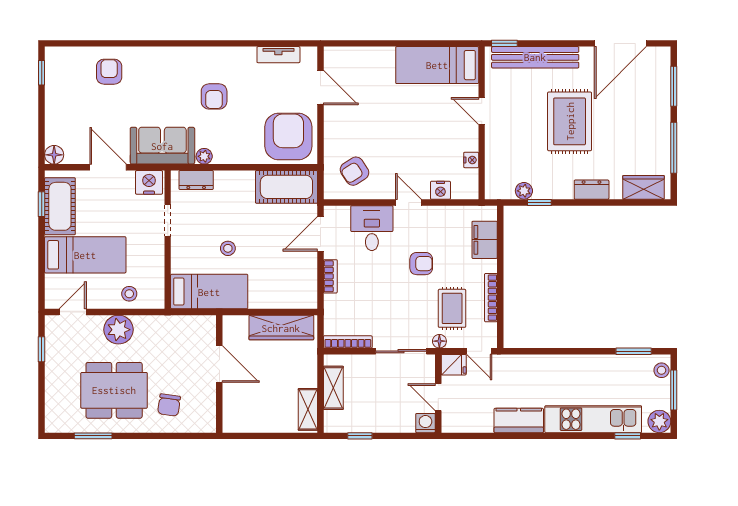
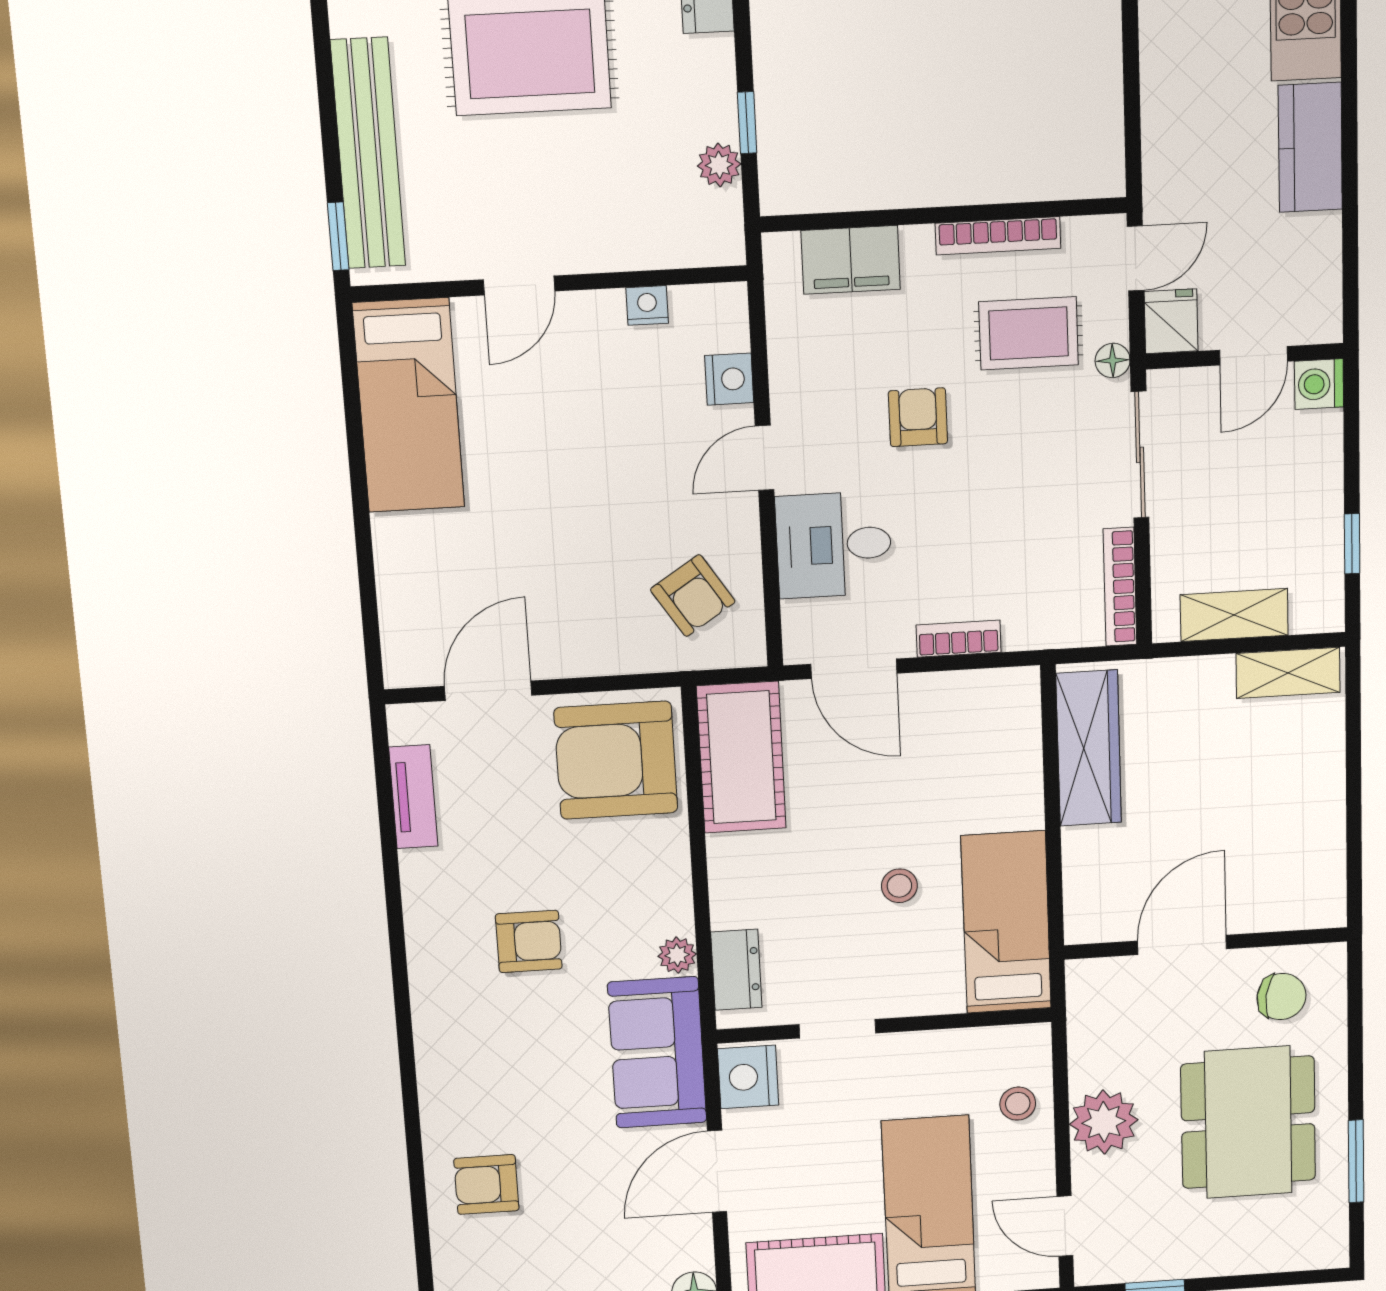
door: (219, 364) -> (1182, 945), moved
wall: (219, 374) -> (1206, 943), moved

